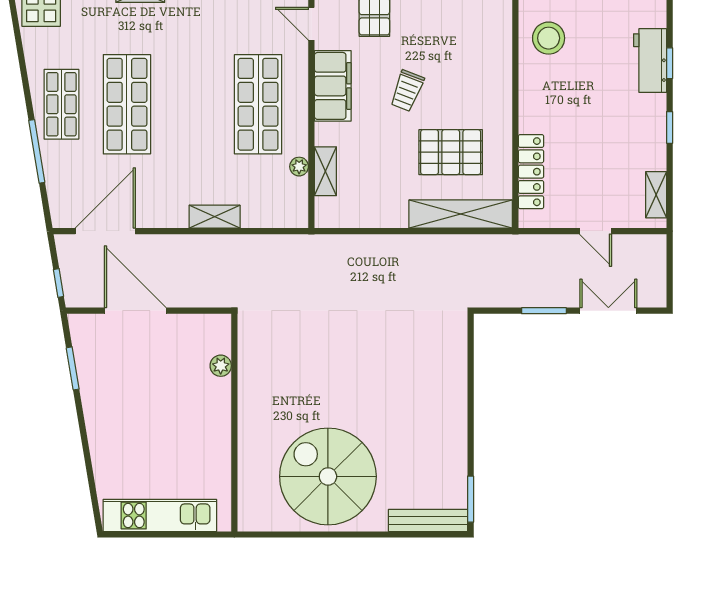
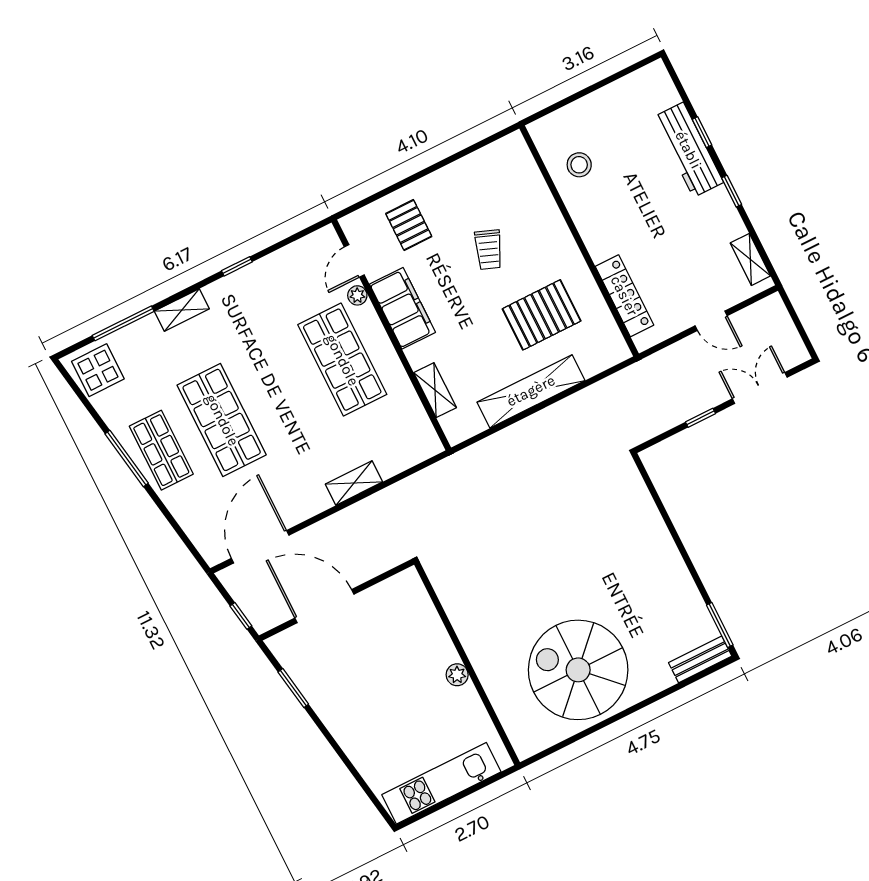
door: (311, 24) -> (354, 261), hinge flipped
stool: (549, 38) -> (579, 165), width x0.73, depth x0.73
workbench: (650, 61) -> (688, 150), width x1.38
trolley: (407, 91) -> (489, 250), moved
window: (37, 151) -> (127, 458), moved
plant: (299, 167) -> (357, 295), moved
shelving: (461, 214) -> (531, 391), moved
window: (544, 311) -> (700, 418), width x0.67
plant: (221, 366) -> (457, 675), moved
bench: (428, 520) -> (700, 659), width x0.73

